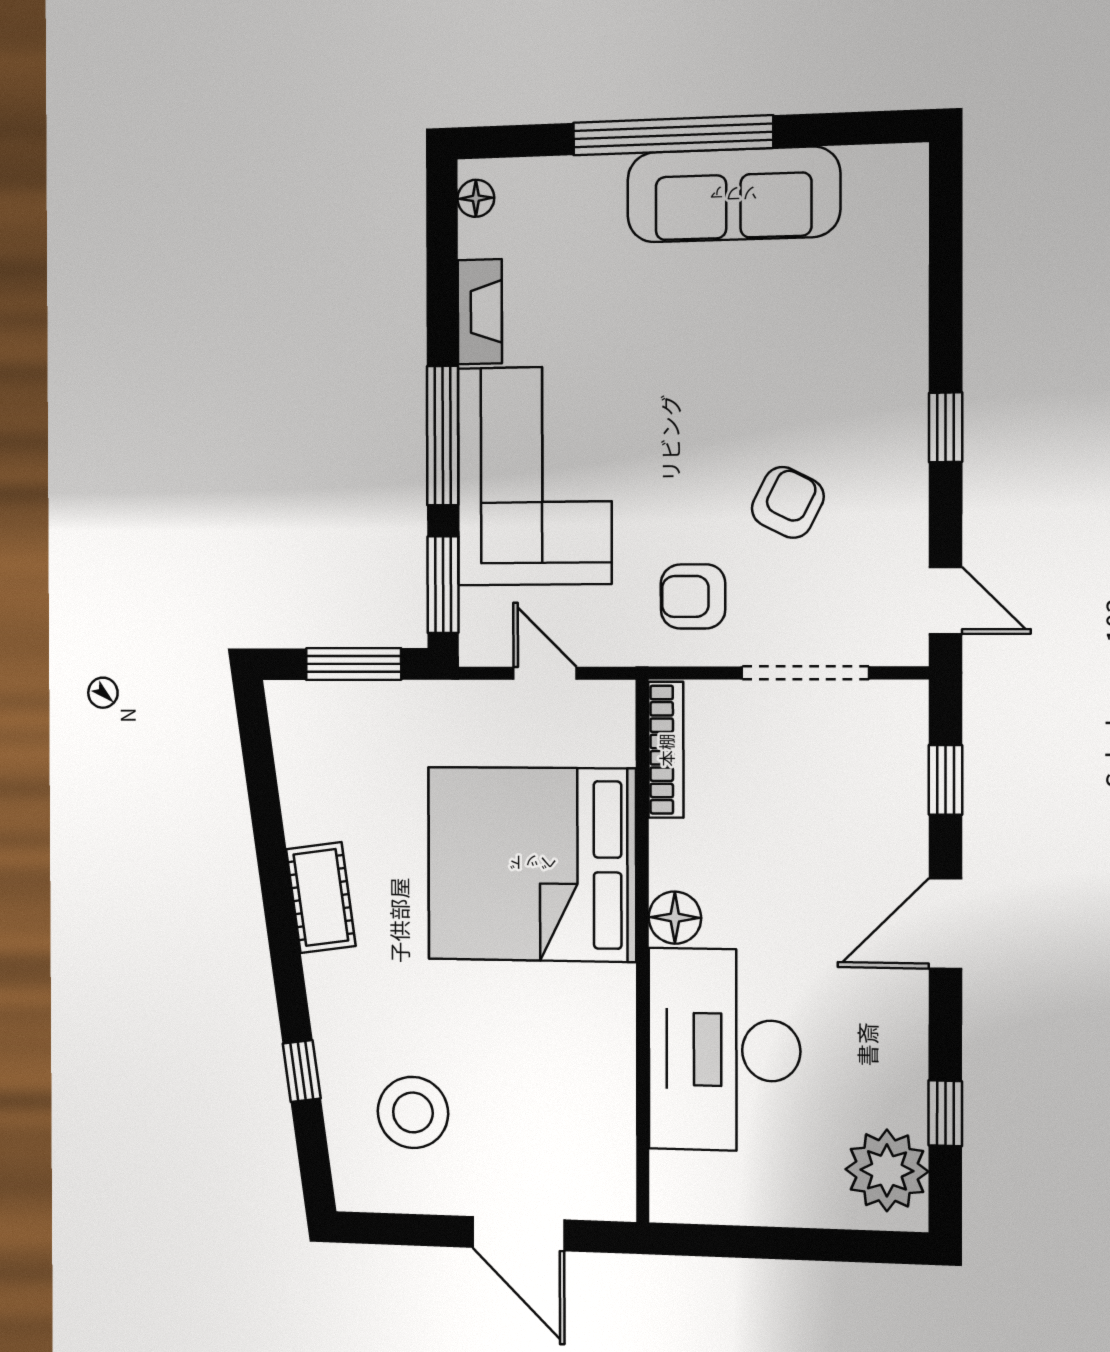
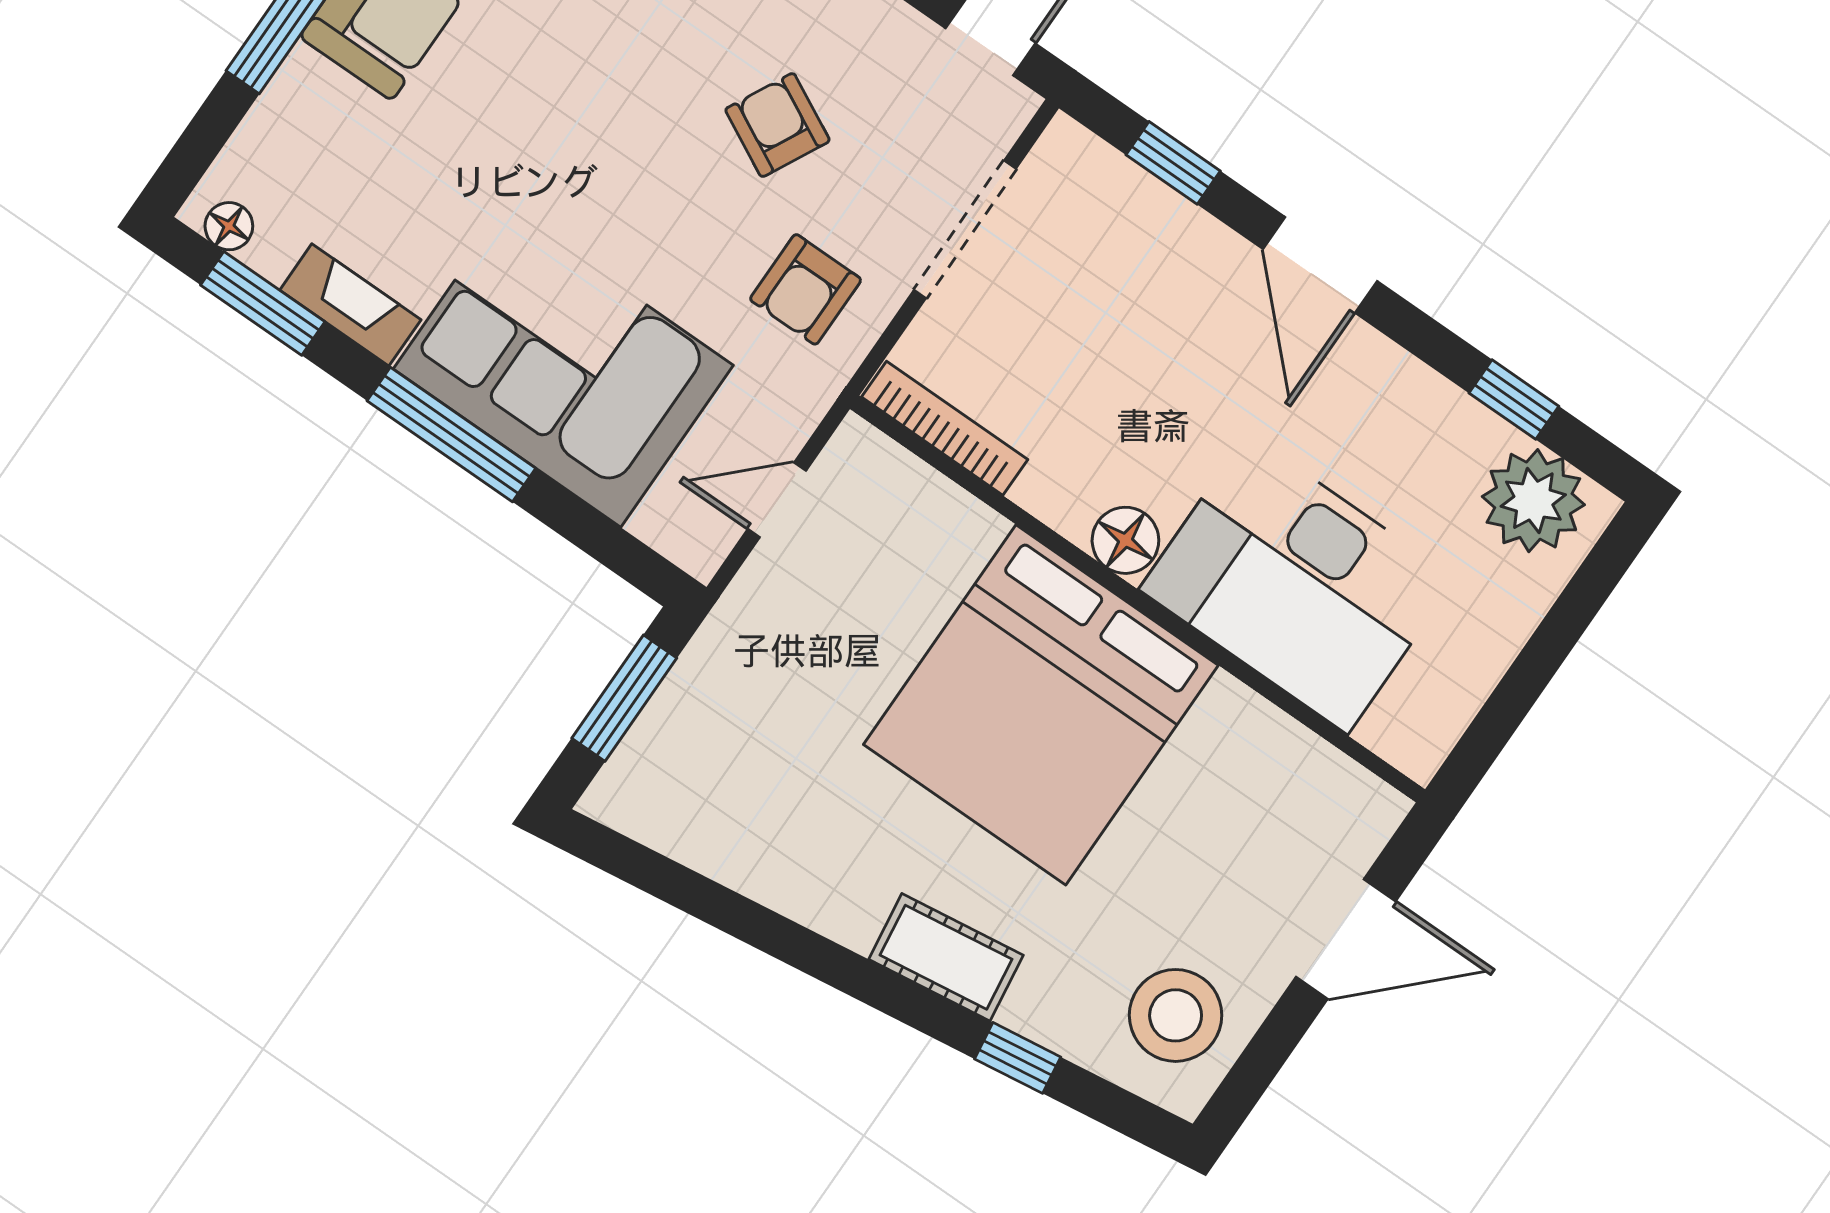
window: (443, 585) -> (263, 303), moved
bed: (532, 864) -> (1041, 705), moved
cot: (321, 898) -> (946, 957), moved
stool: (413, 1112) -> (1176, 1015), moved

